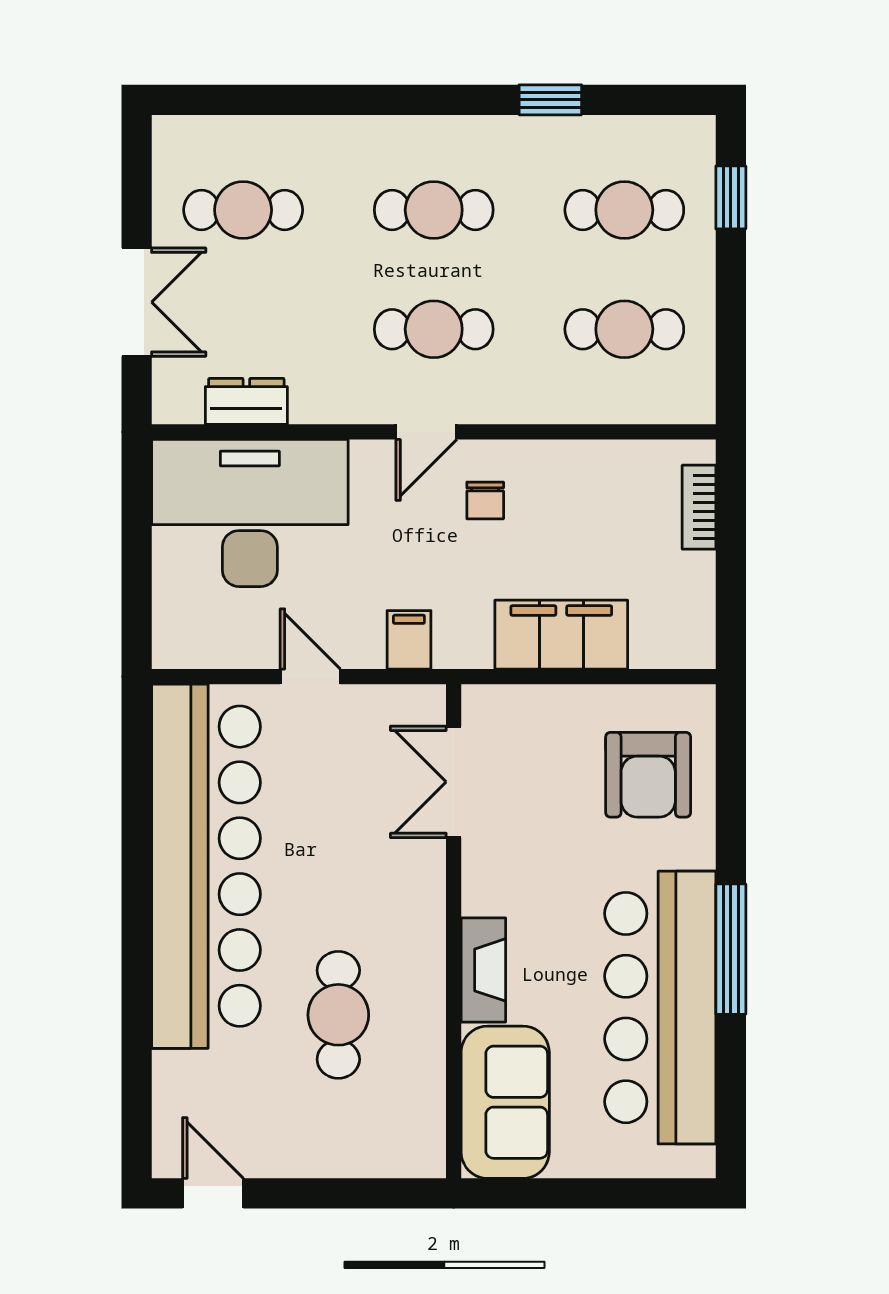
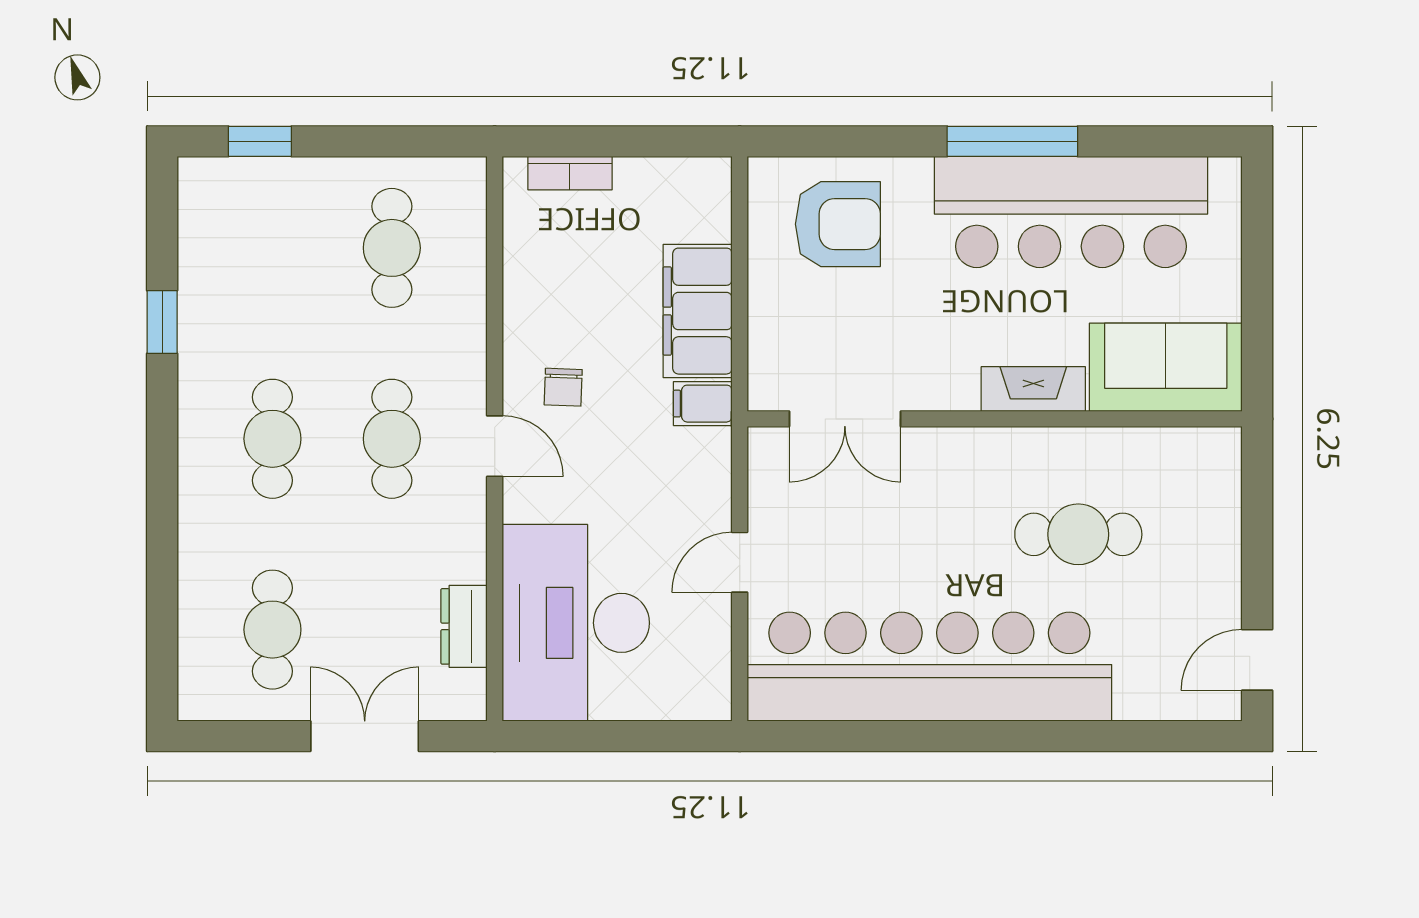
cafe table: (624, 210) -> (272, 248), removed
chair: (485, 500) -> (563, 387), turned 92
filing cabinet: (409, 640) -> (703, 404), moved

